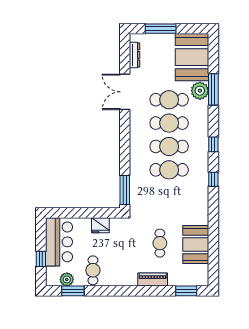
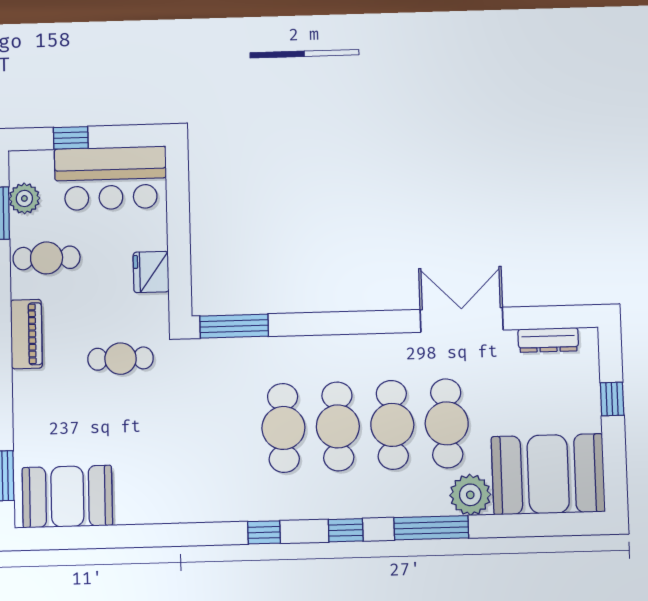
window: (161, 29) -> (612, 399), width x0.46
window: (213, 89) -> (431, 528), moved
cafe table: (160, 243) -> (121, 359), moved
booth: (196, 244) -> (67, 496), moved
piano: (153, 280) -> (26, 334), moved

